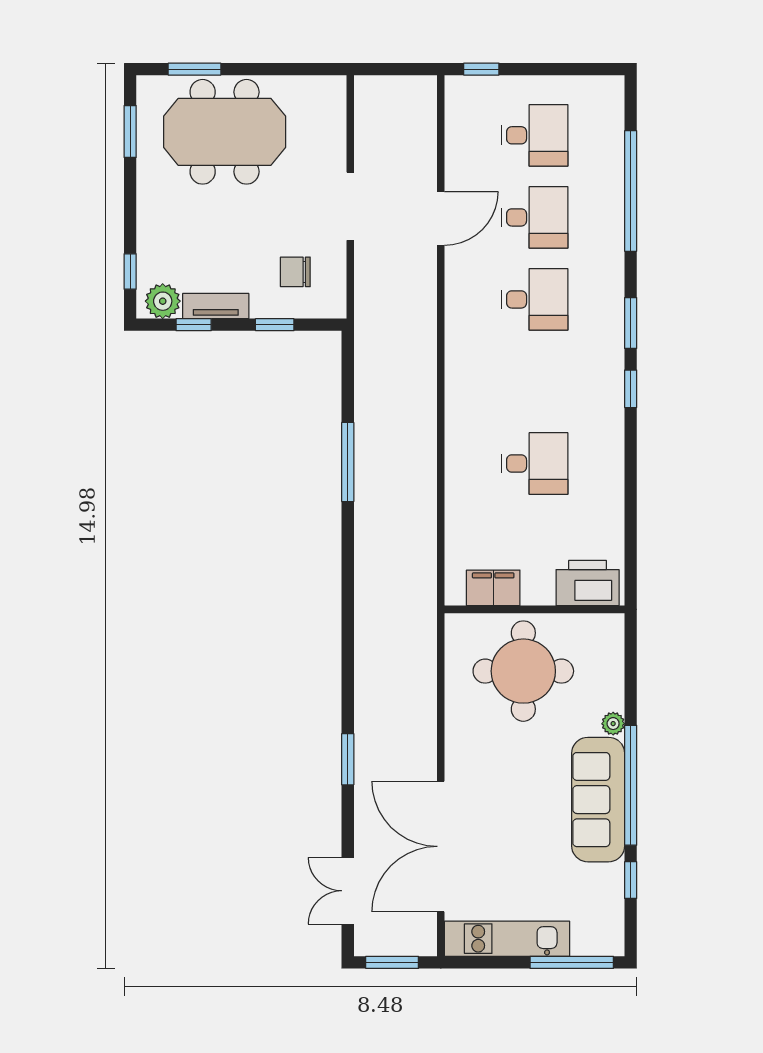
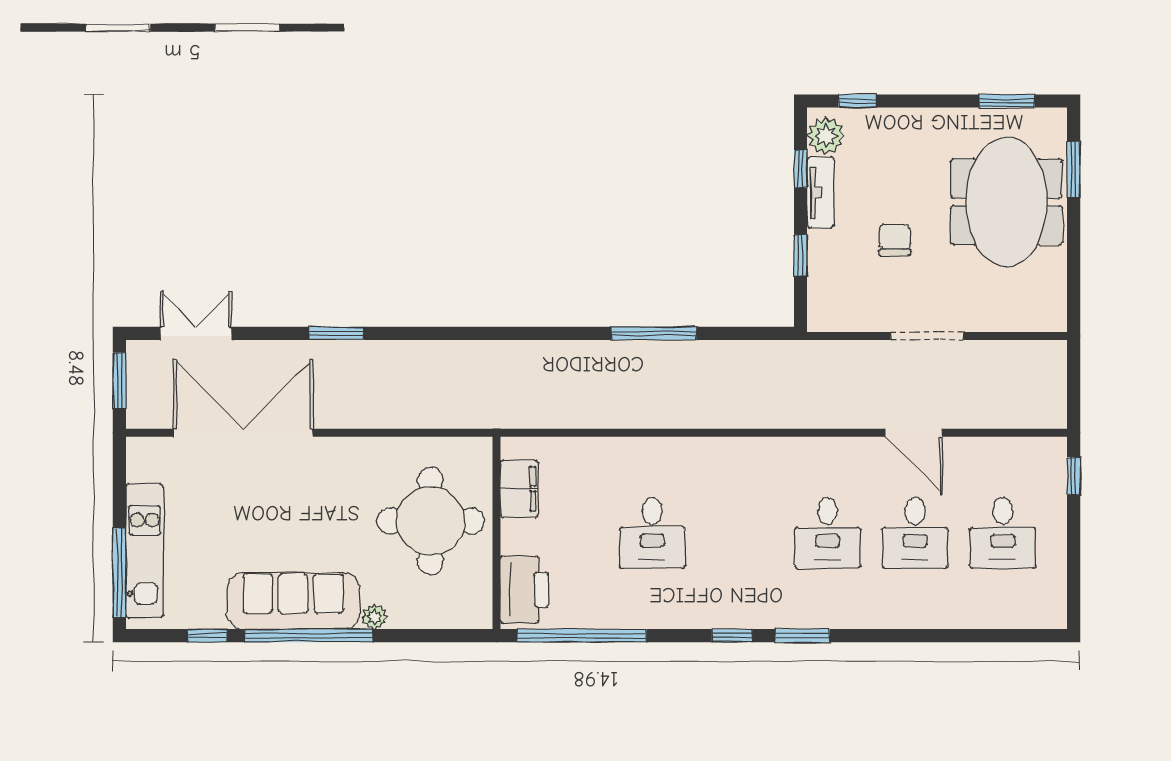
window: (631, 191) -> (582, 636), moved
chair: (295, 272) -> (895, 240), moved
kitchen unit: (507, 939) -> (145, 551), moved

